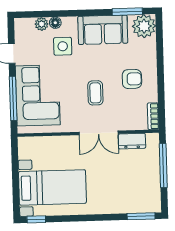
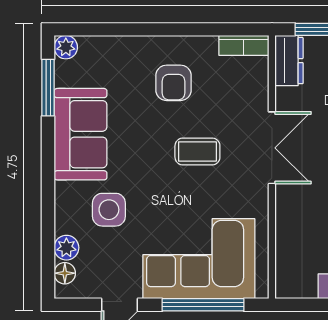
floor lamp: (55, 23) -> (65, 273), moved
plant: (144, 26) -> (66, 47), width x0.53, depth x0.53
armchair: (132, 79) -> (174, 83), turned 180
dresser: (132, 141) -> (289, 61), moved

